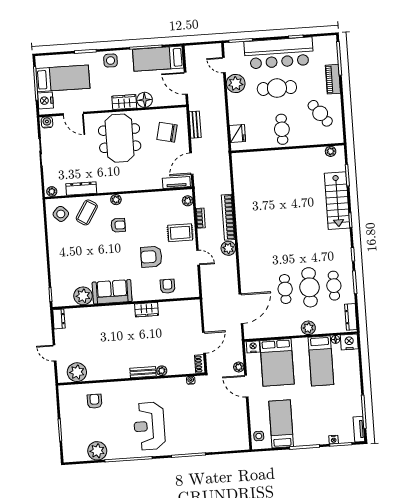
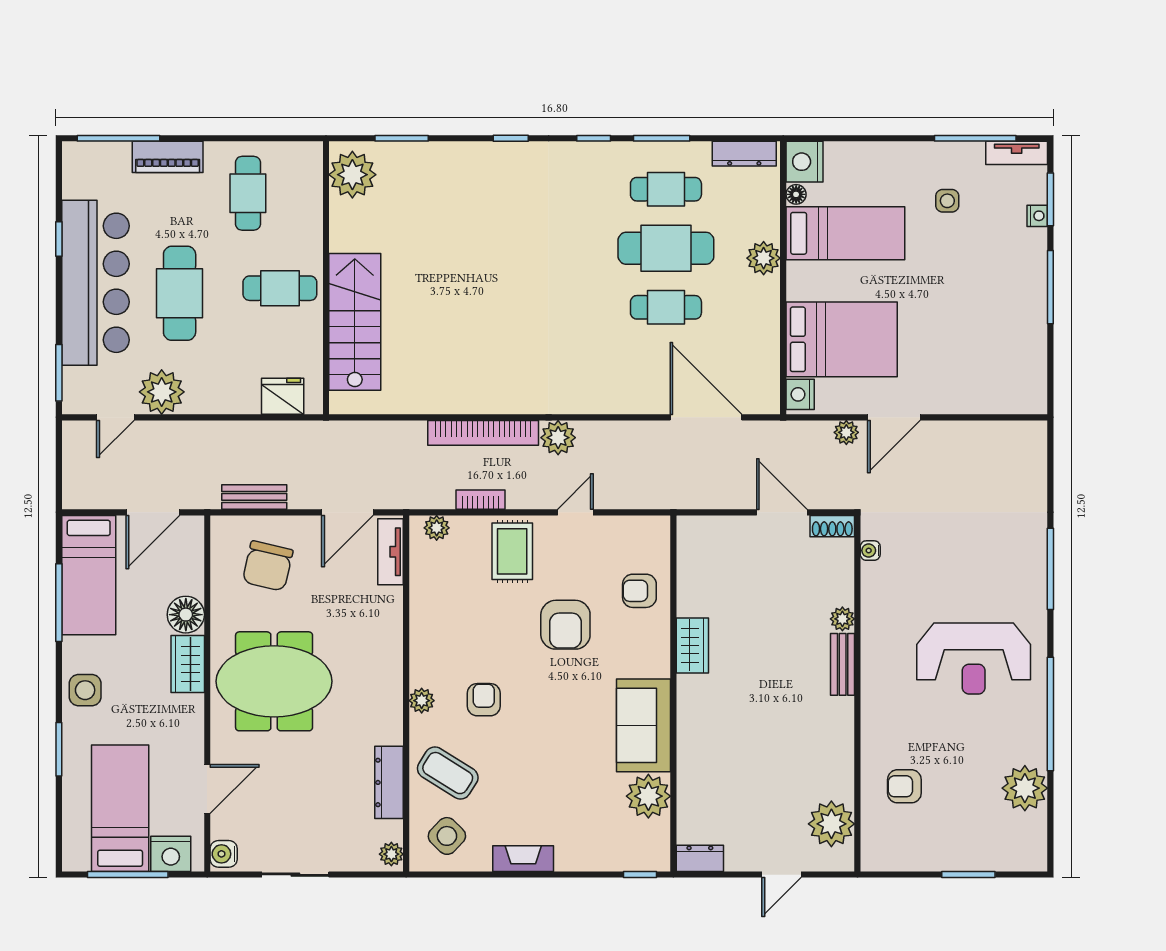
cafe table: (320, 113) -> (248, 193), turned -53
plant: (331, 151) -> (352, 175), width x1.87, depth x1.87
door: (191, 164) -> (347, 512), hinge flipped
stairs: (337, 201) -> (355, 322), moved, turned -90
fireplace: (54, 246) -> (523, 859), added
bed: (281, 424) -> (990, 340), removed
side table: (259, 436) -> (947, 201), moved

